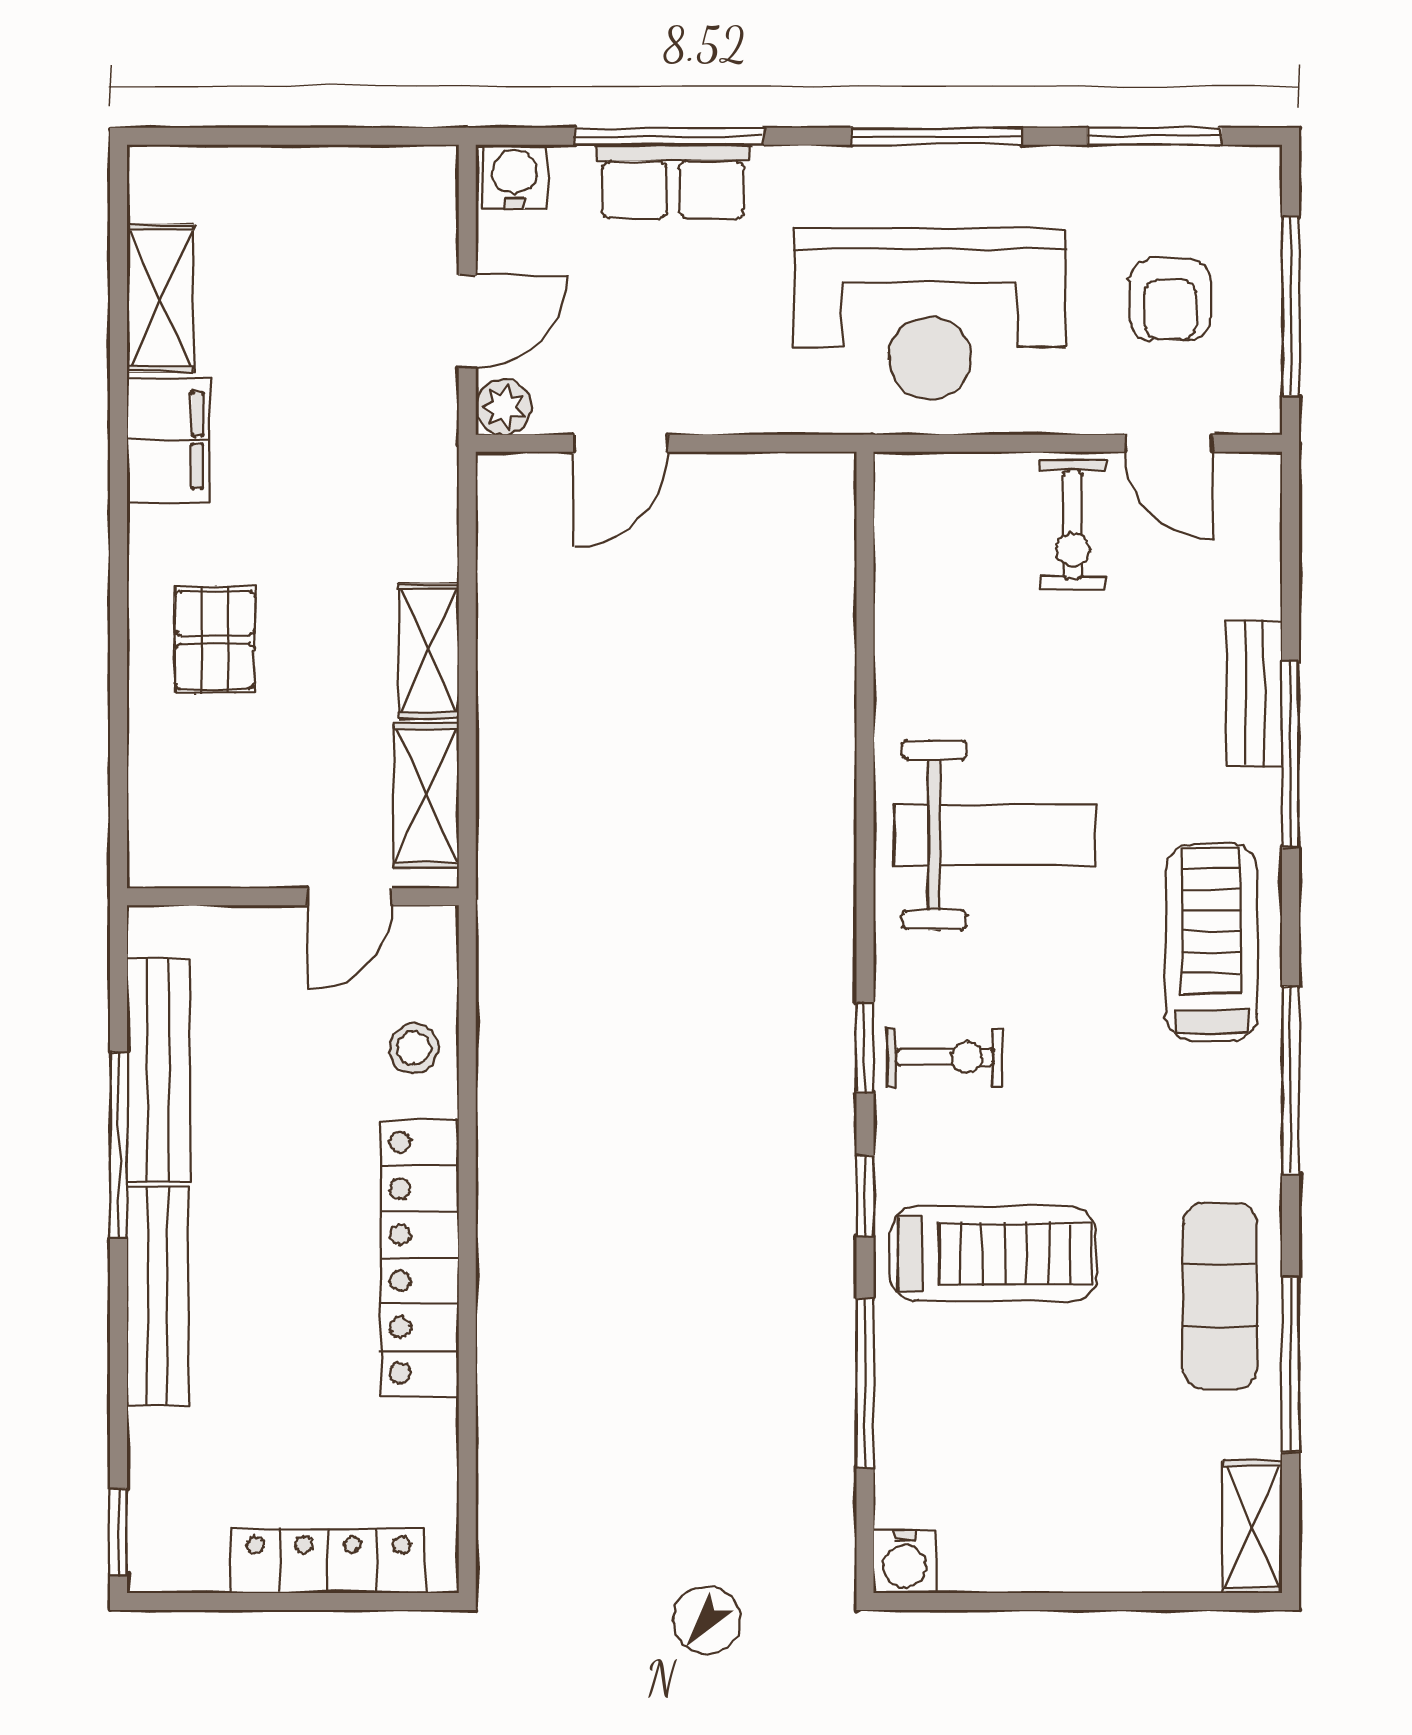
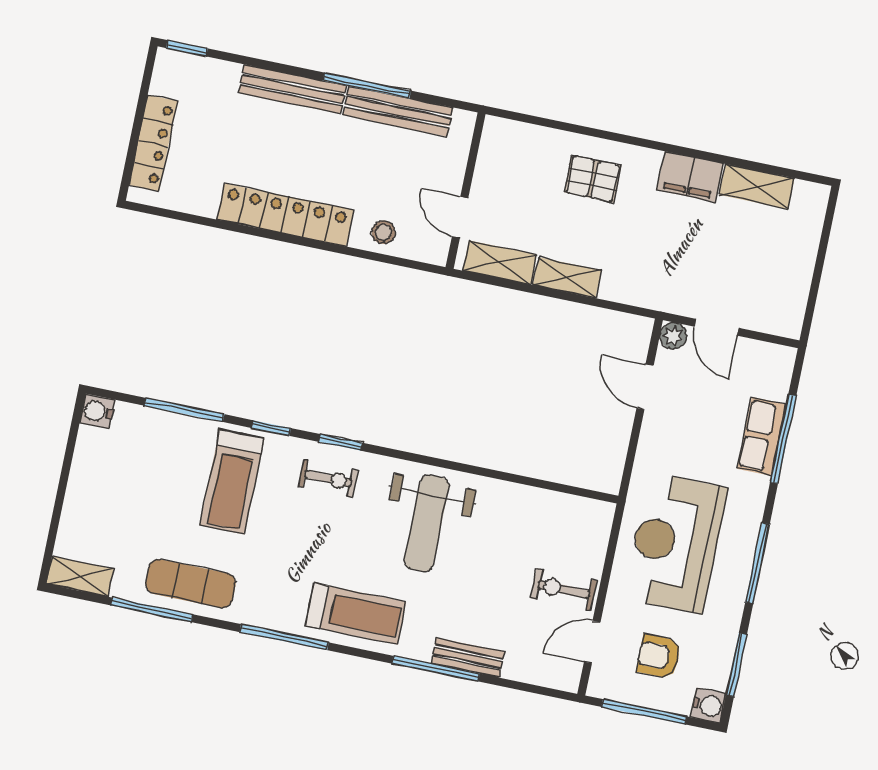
water cooler: (515, 177) -> (708, 705), moved
exercise bike: (945, 1057) -> (328, 479), turned -90

